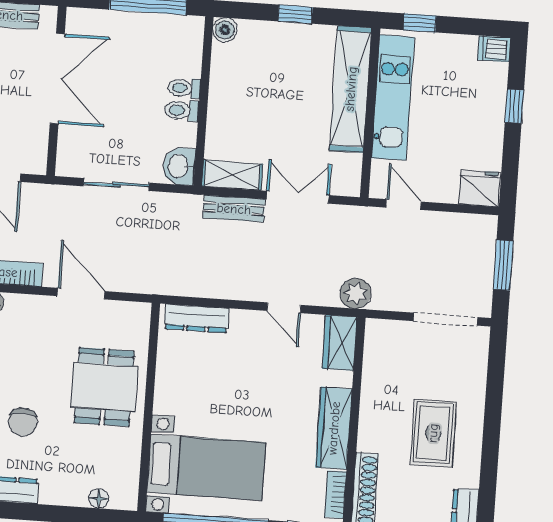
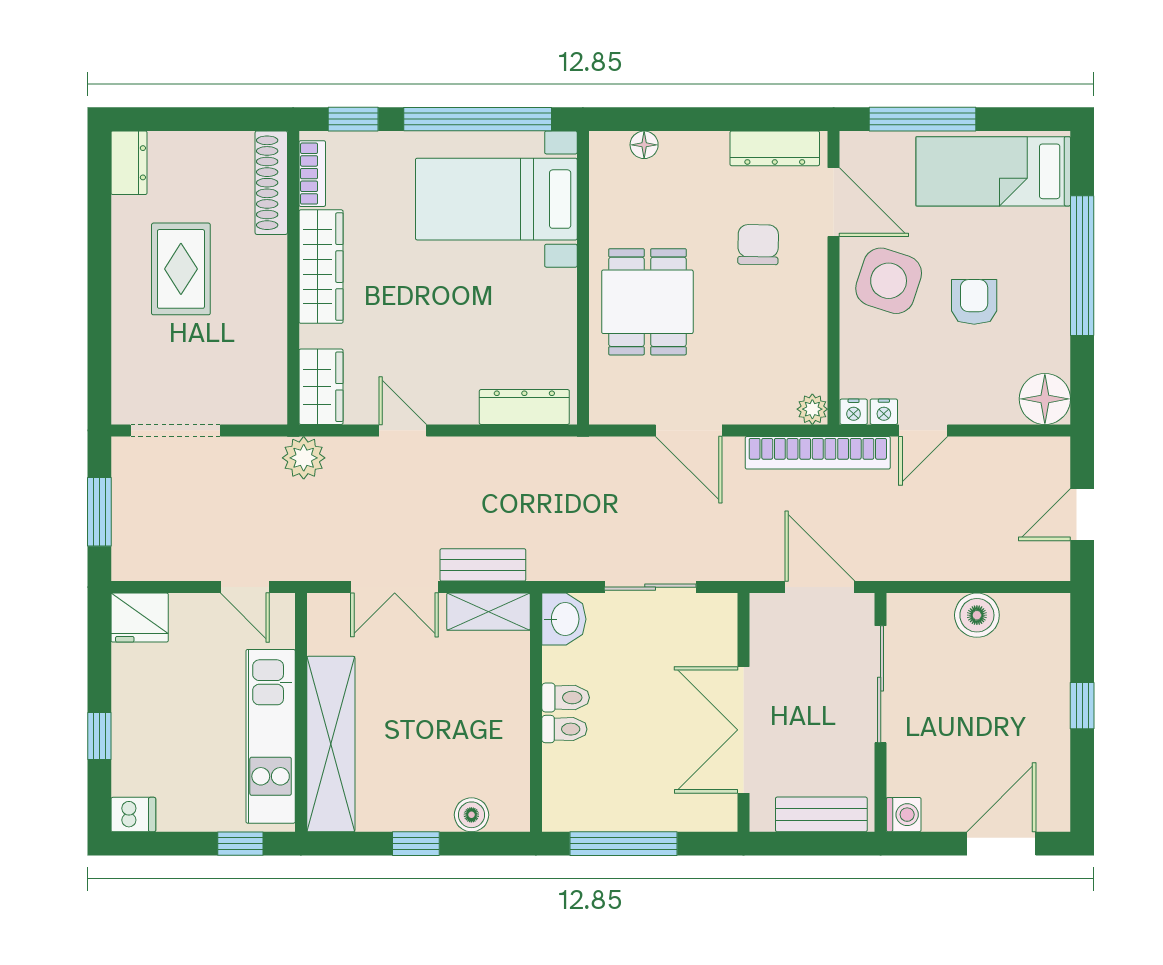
boiler: (225, 30) -> (471, 815), moved

